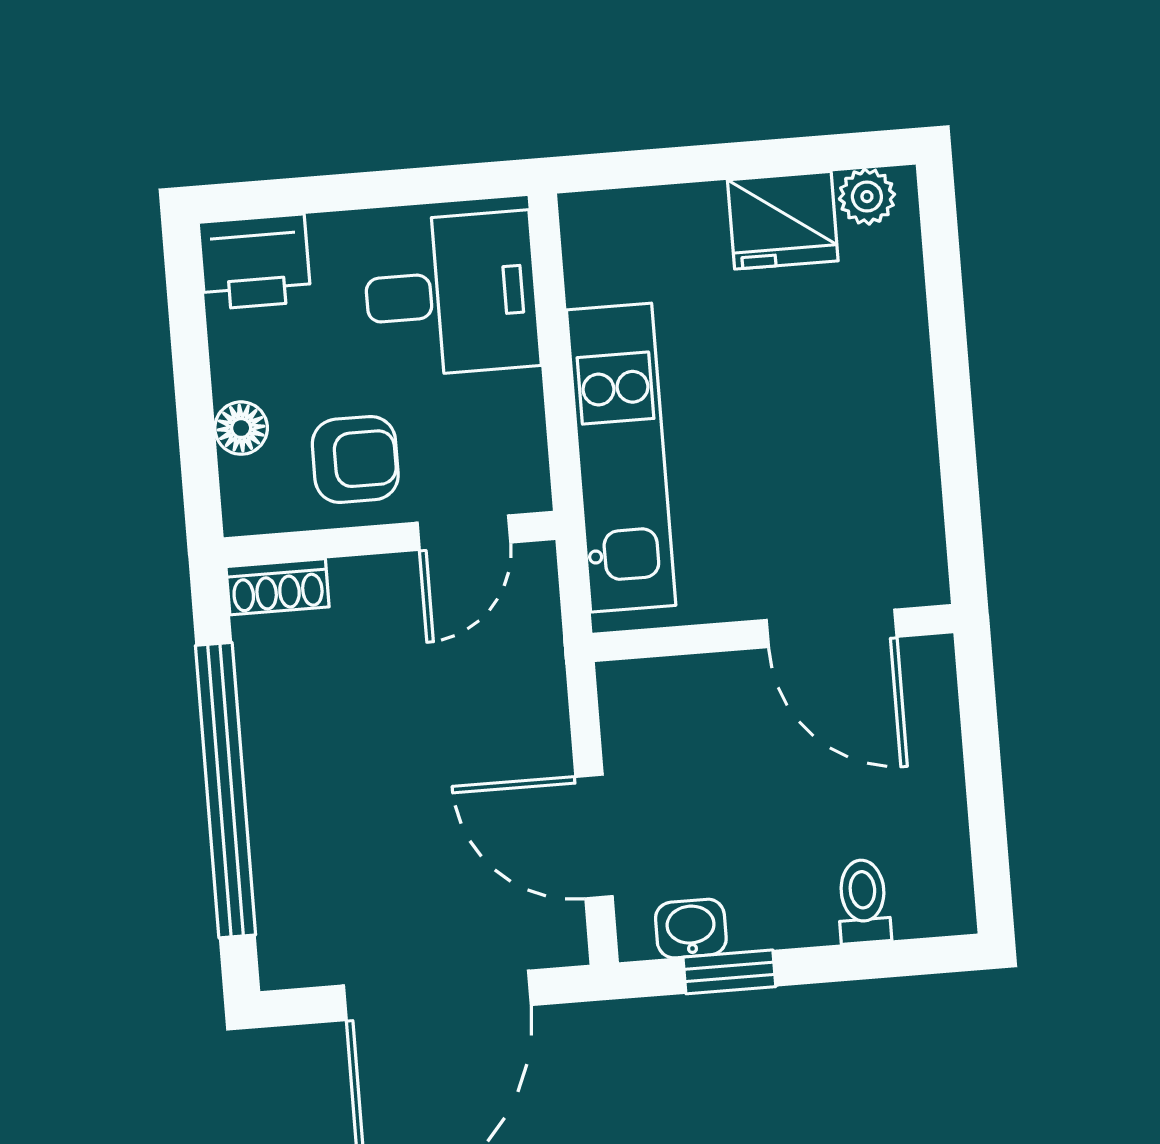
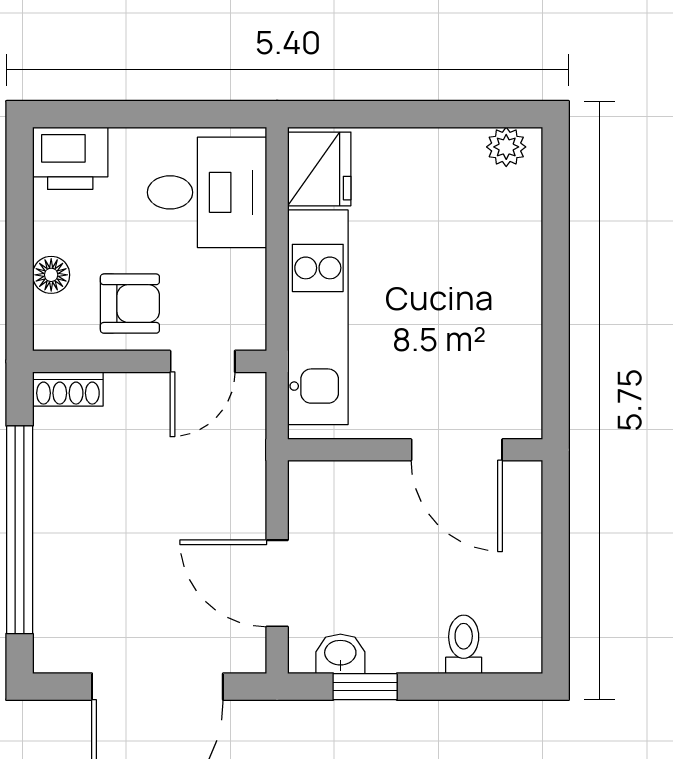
fridge: (783, 220) -> (319, 169), moved, turned -90

